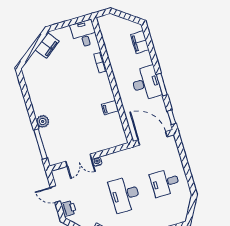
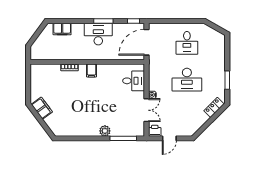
desk: (84, 34) -> (134, 81), moved, turned 180
filing cabinet: (110, 108) -> (91, 71), moved
printer: (69, 208) -> (155, 131), moved

